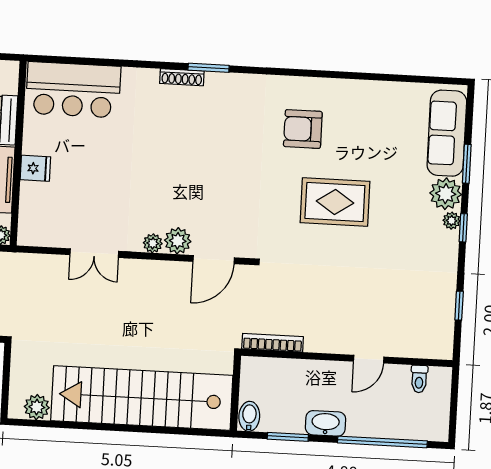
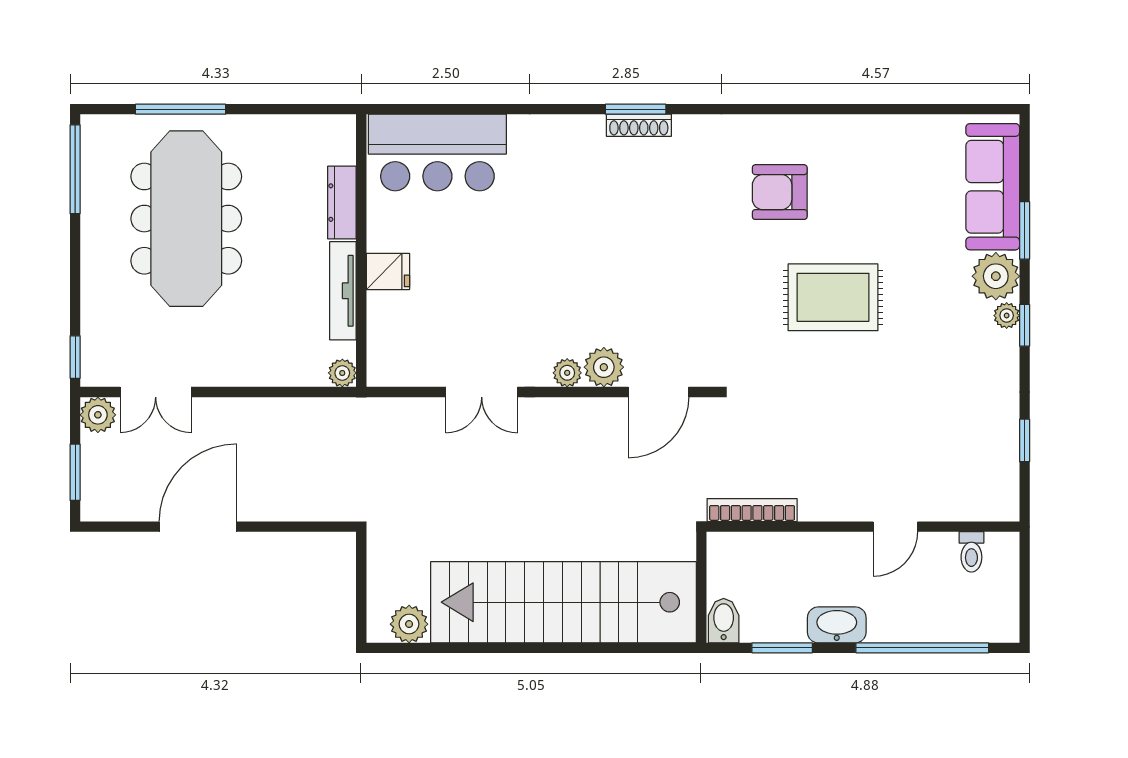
shoe rack: (182, 77) -> (639, 125), moved

